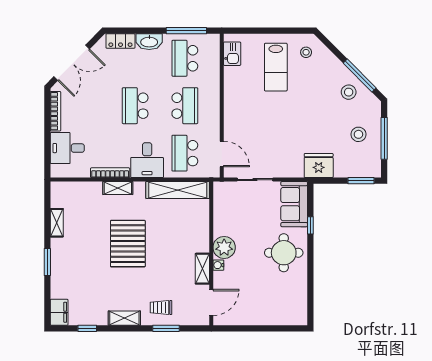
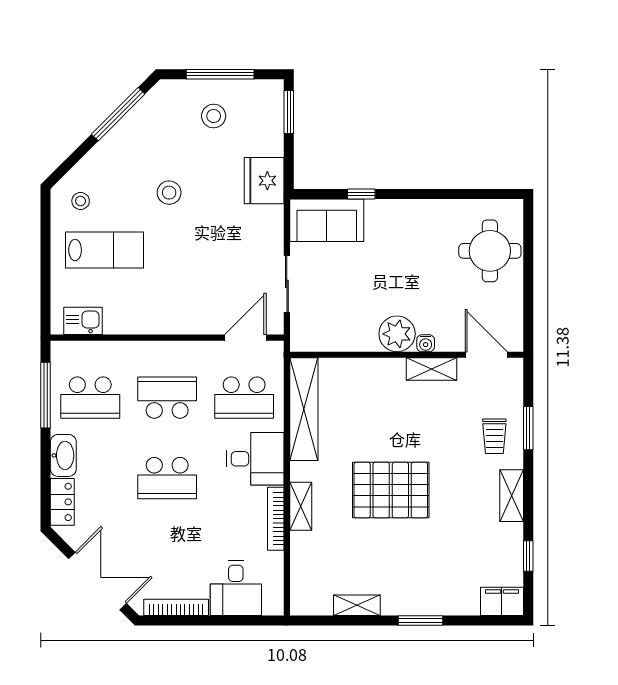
stool: (349, 92) -> (169, 193), moved
round table: (284, 253) -> (490, 251), moved

